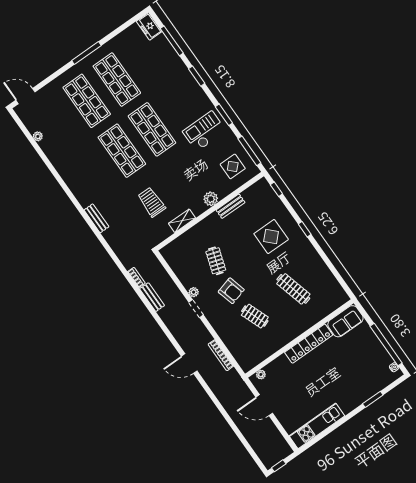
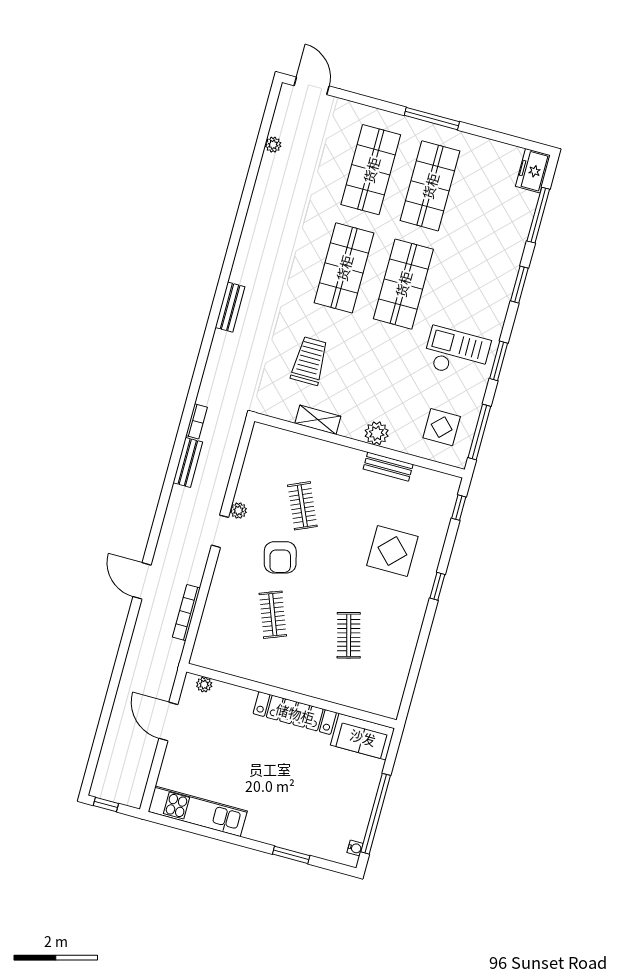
clothes rail: (216, 261) -> (302, 506), turned -42
clothes rail: (293, 289) -> (349, 635), width x0.73

